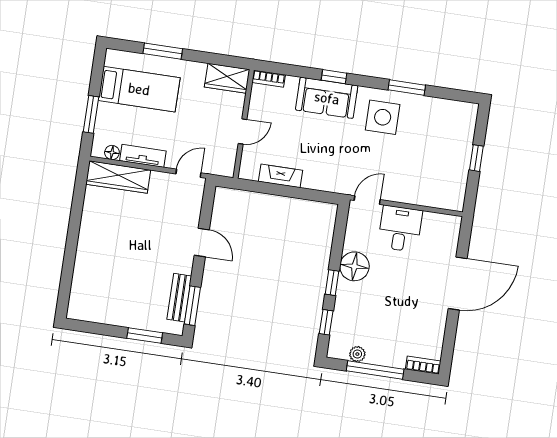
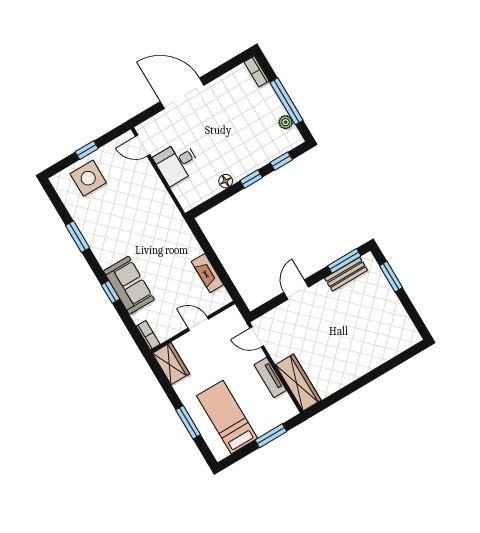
side table: (383, 117) -> (88, 178), moved
floor lamp: (112, 152) -> (285, 400), removed
door: (367, 200) -> (143, 146), moved
floor lamp: (354, 266) -> (226, 181), width x0.53, depth x0.53

